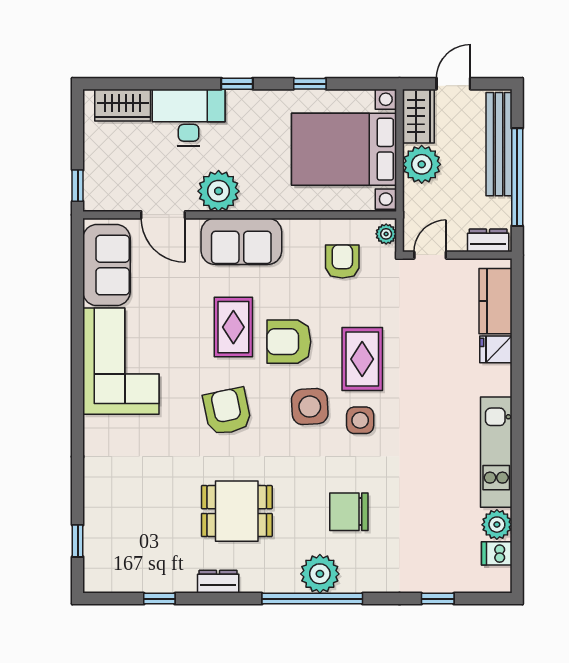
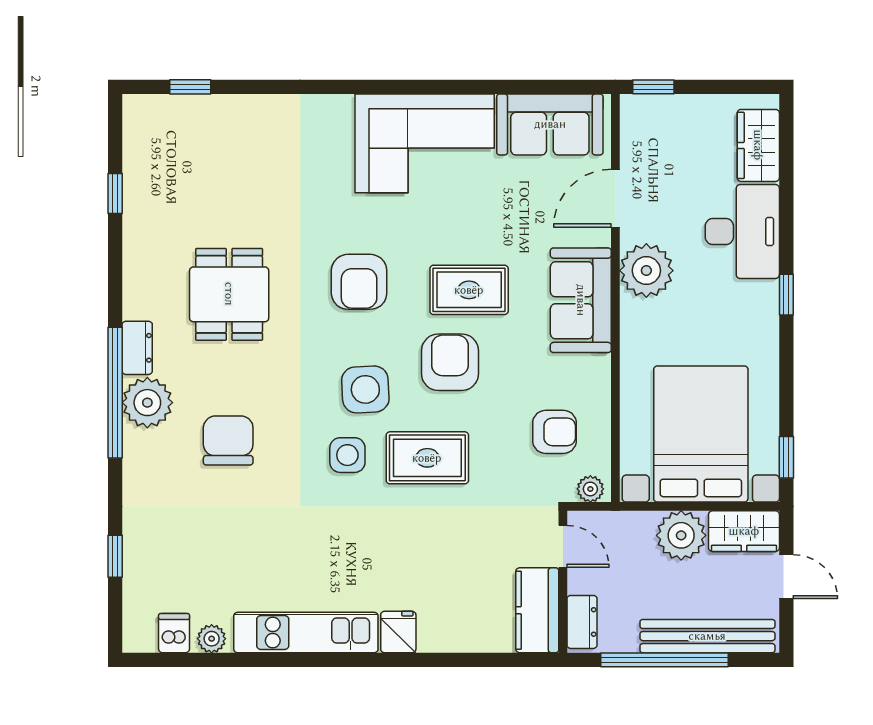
window: (310, 84) -> (786, 457), moved
kitchen counter: (495, 301) -> (537, 610), moved, turned -90
fridge: (496, 349) -> (398, 632), moved
armchair: (227, 411) -> (359, 282), turned 102
plant: (497, 525) -> (212, 639), width x0.73, depth x0.73
dresser: (218, 582) -> (137, 348), moved

